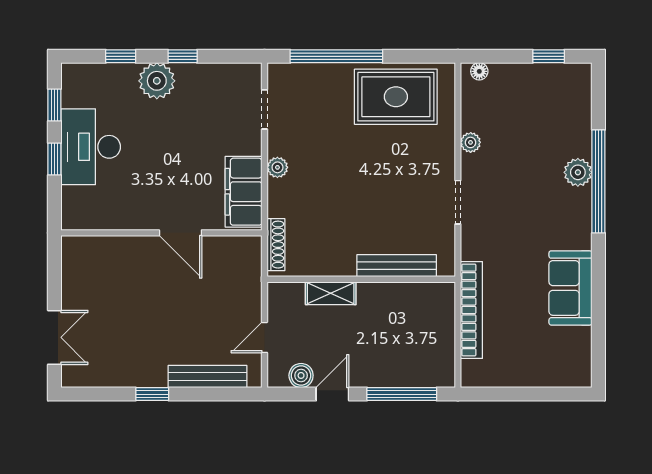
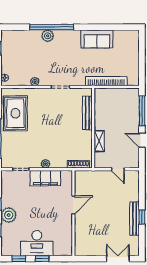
filing cabinet: (244, 192) -> (45, 178), moved
boiler: (301, 375) -> (134, 154), removed
bench: (207, 377) -> (135, 219), moved

